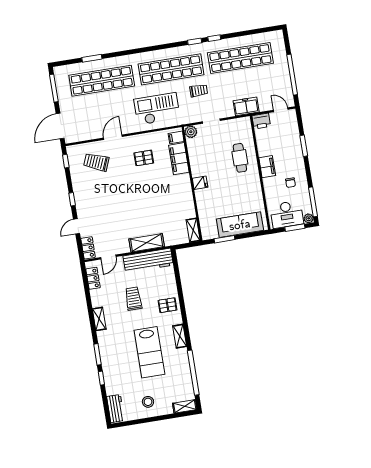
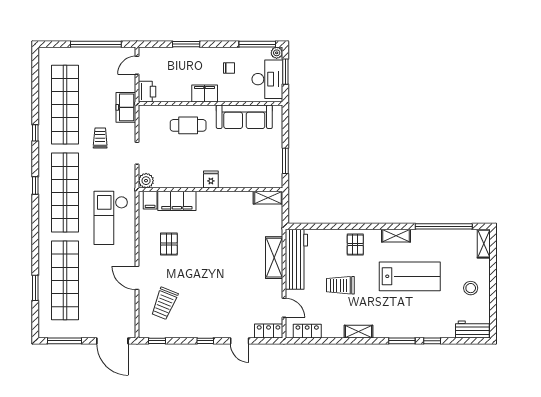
window: (195, 41) -> (35, 185), moved
trolley: (199, 91) -> (100, 138), moved
sofa: (240, 225) -> (244, 117), moved, turned -90

